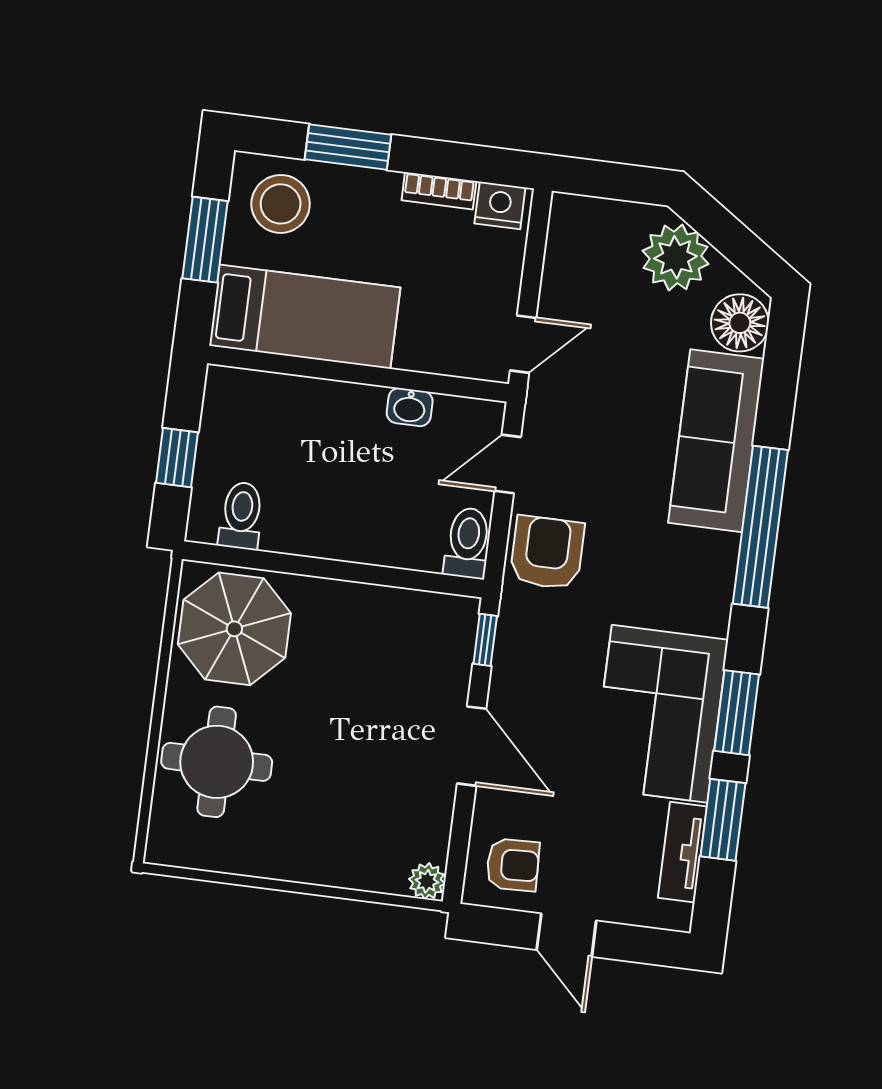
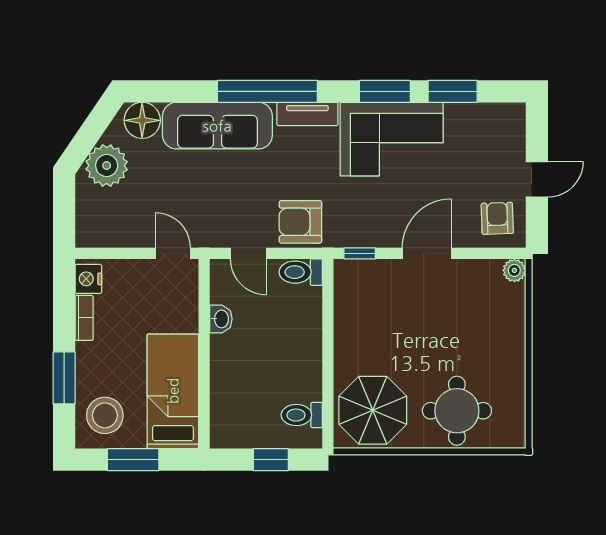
tv unit: (682, 852) -> (307, 114), moved

